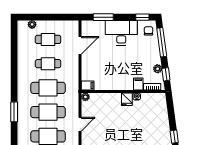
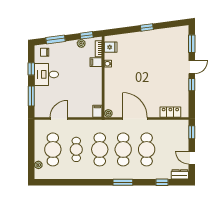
window: (142, 17) -> (31, 69), moved
desk: (121, 33) -> (46, 74), width x0.73
cafe table: (48, 39) -> (53, 149), width x1.37, depth x1.35
window: (162, 42) -> (56, 39), width x0.69
door: (80, 45) -> (59, 119), hinge flipped
fridge: (127, 99) -> (111, 47), moved
door: (80, 124) -> (135, 119), width x1.87

